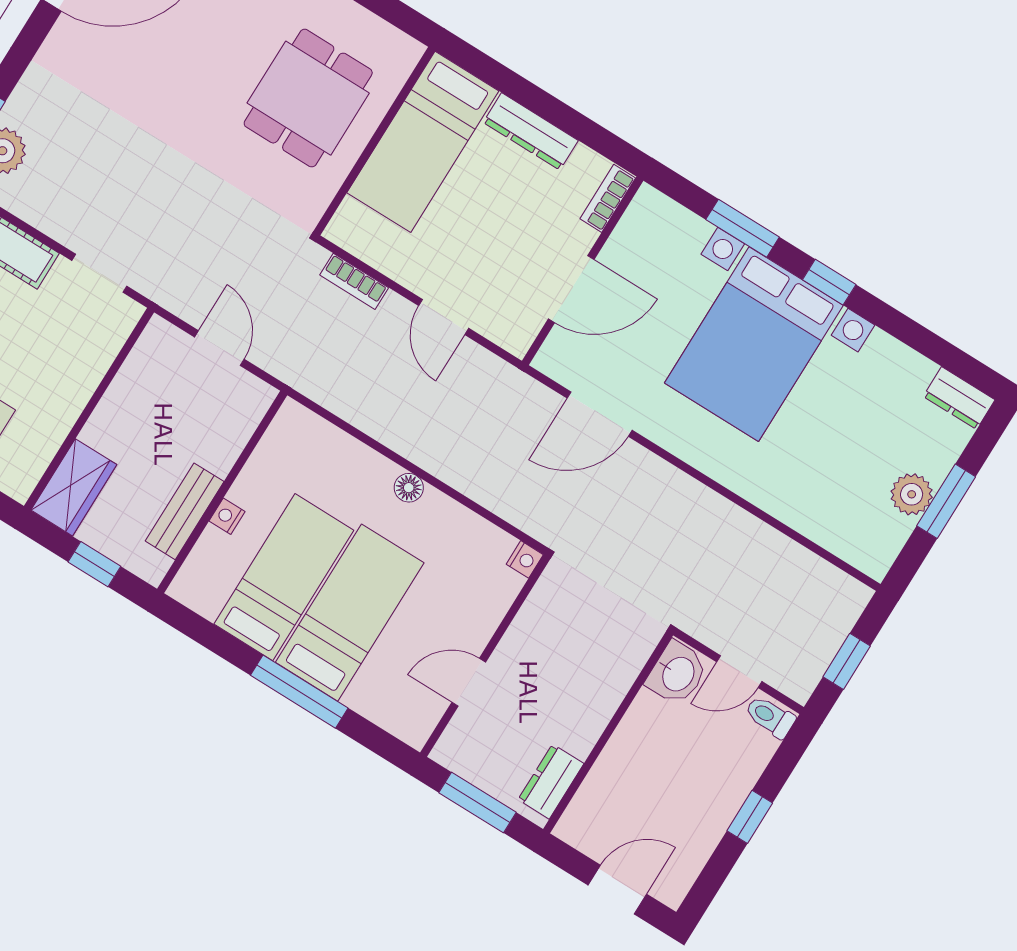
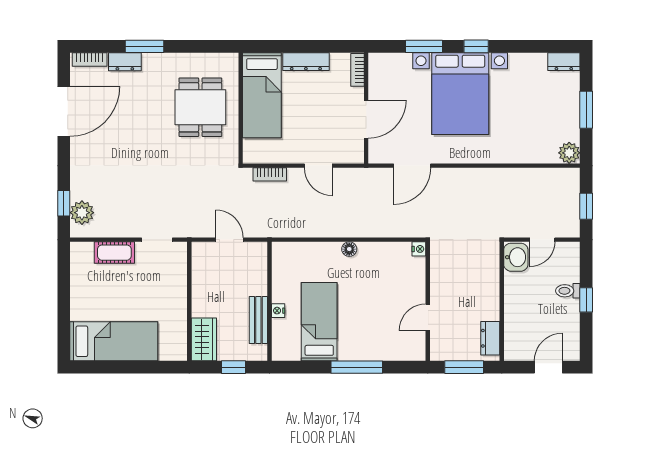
plant: (912, 494) -> (569, 153), moved
bed: (350, 613) -> (357, 319), removed
toilet: (770, 717) -> (568, 291), moved

